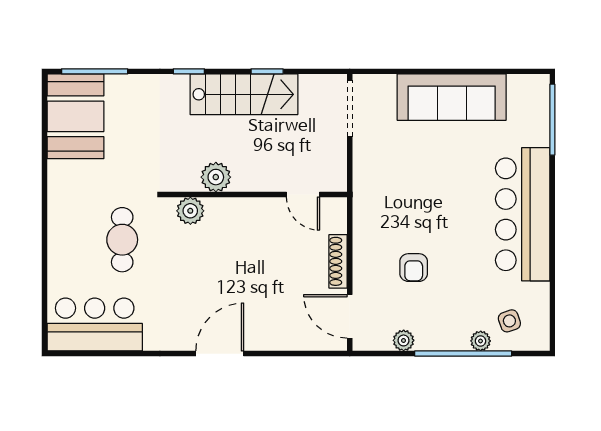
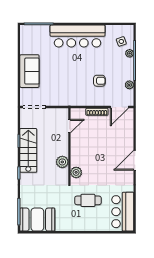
sofa: (452, 97) -> (29, 71), width x0.73
door: (220, 354) -> (135, 160), hinge flipped

